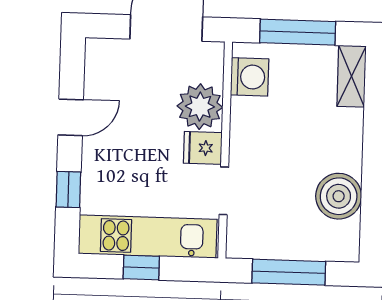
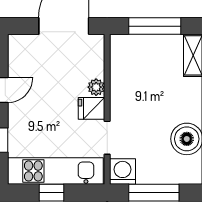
washing machine: (250, 77) -> (123, 172), moved, turned -90
plant: (200, 107) -> (96, 87), width x0.53, depth x0.53

